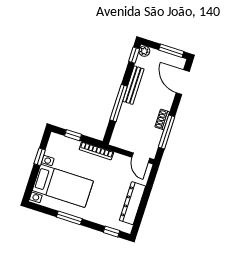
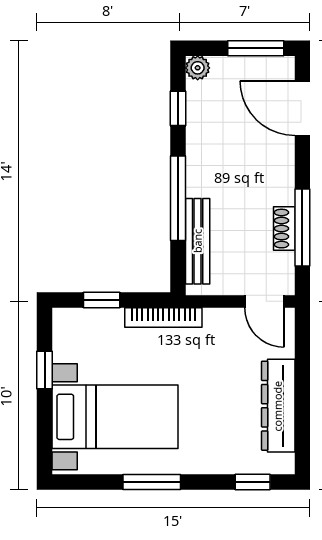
window: (134, 55) -> (178, 108), moved
bench: (133, 85) -> (198, 241), moved
shoe rack: (162, 119) -> (284, 229), moved

